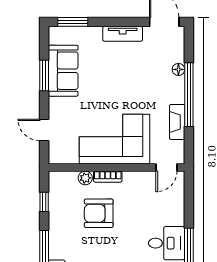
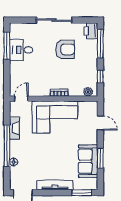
tv unit: (123, 34) -> (55, 185), width x1.41
plant: (85, 178) -> (88, 92), moved
armchair: (99, 213) -> (65, 49), moved

